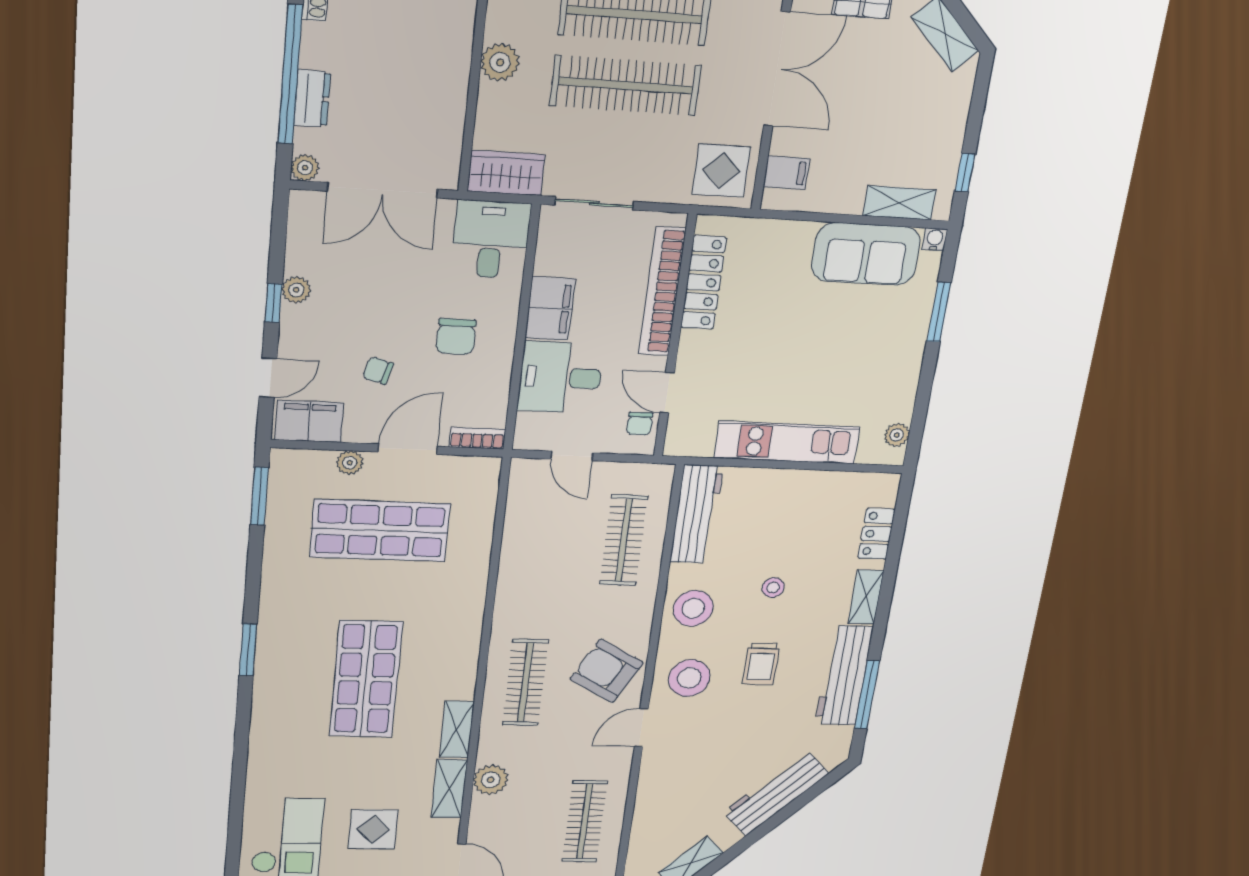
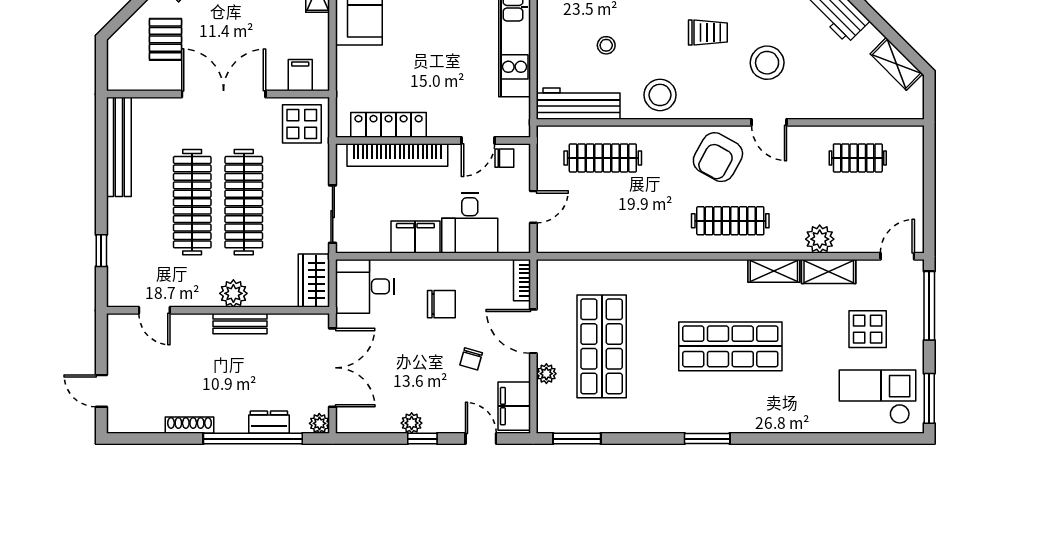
bench: (456, 68) -> (240, 324), added
stool: (773, 587) -> (606, 45), moved
stool: (689, 678) -> (767, 63), moved
clothes rail: (585, 821) -> (858, 158), width x0.73

